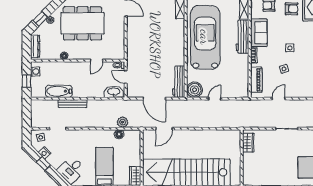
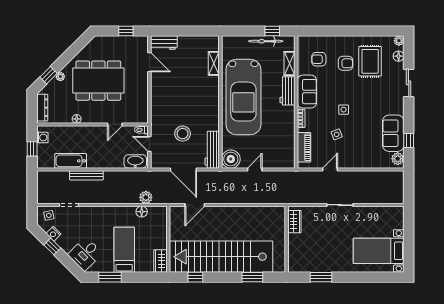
car: (205, 37) -> (243, 97), turned 180
workbench: (242, 37) -> (288, 91), width x0.73
stool: (154, 68) -> (183, 134), added

